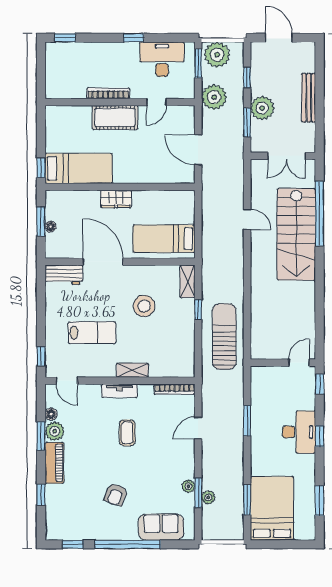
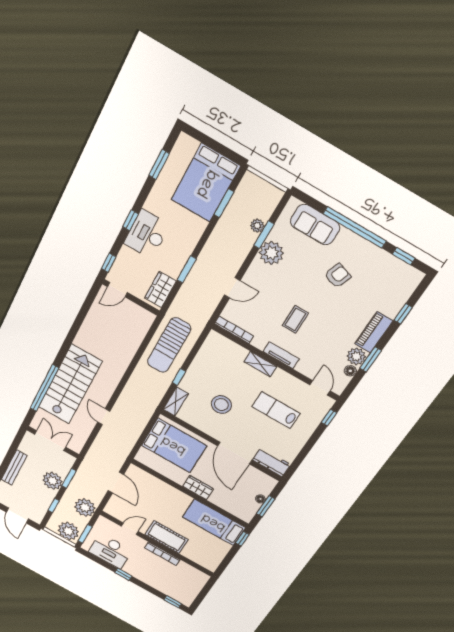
bed: (164, 239) -> (174, 445), width x1.50
wardrobe: (260, 387) -> (160, 290), added
plant: (188, 486) -> (271, 253), width x1.88, depth x1.88

